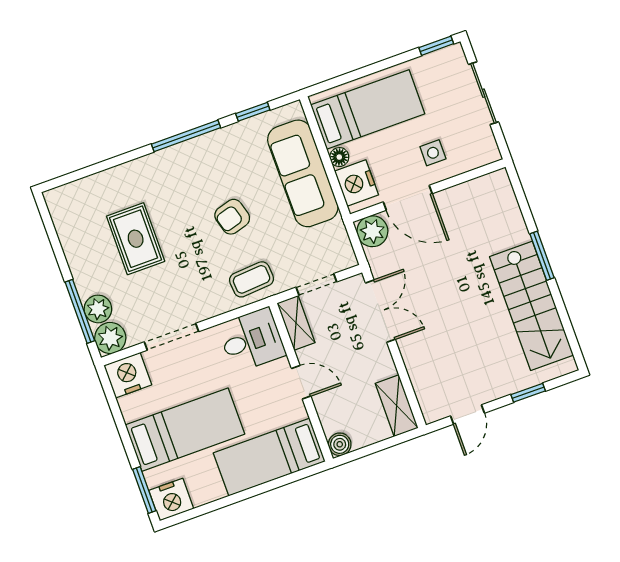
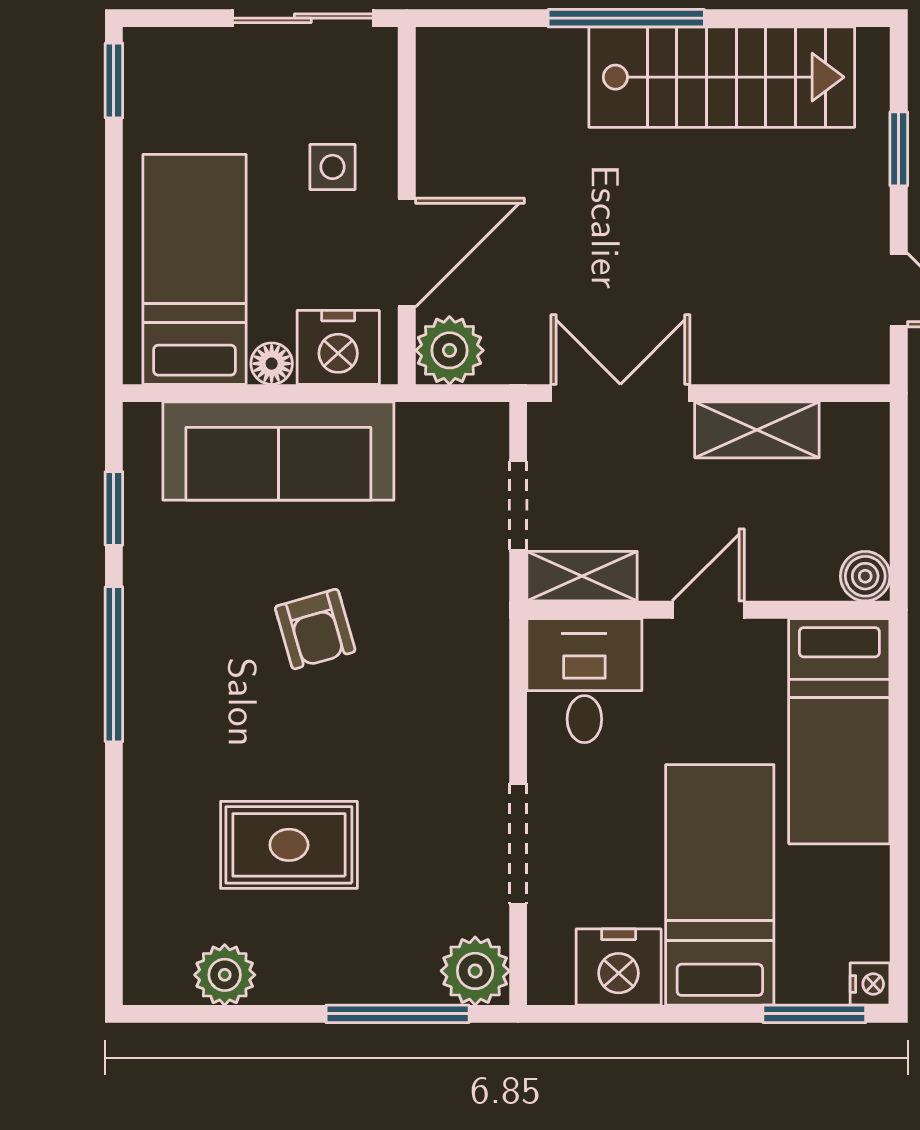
sliding door: (483, 93) -> (303, 18), moved
window: (542, 256) -> (626, 18), width x1.44
coffee table: (252, 279) -> (459, 636), removed
plant: (98, 309) -> (225, 975), moved
nightstand: (128, 375) -> (619, 967), moved, turned -90
shelving: (397, 406) -> (757, 430), moved
nightstand: (171, 500) -> (870, 984), width x0.53, depth x0.56

